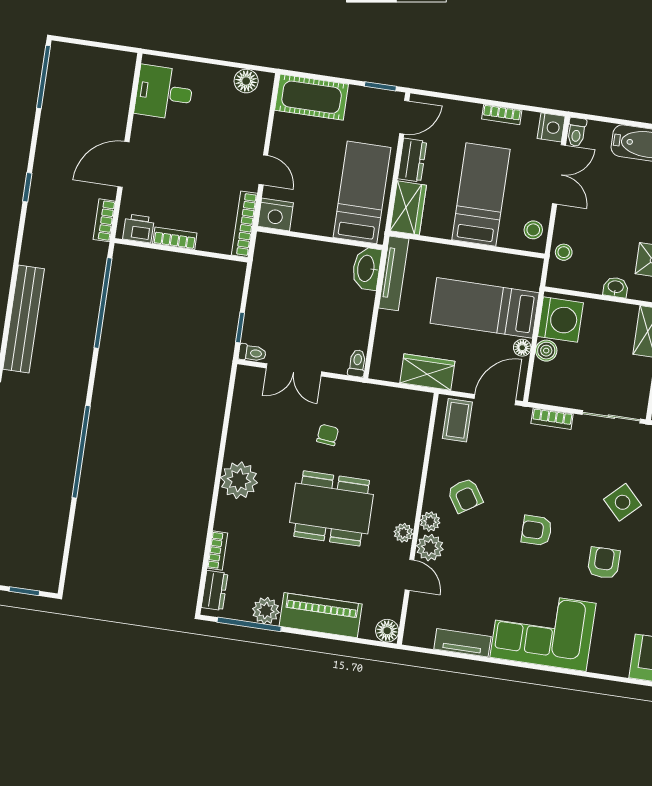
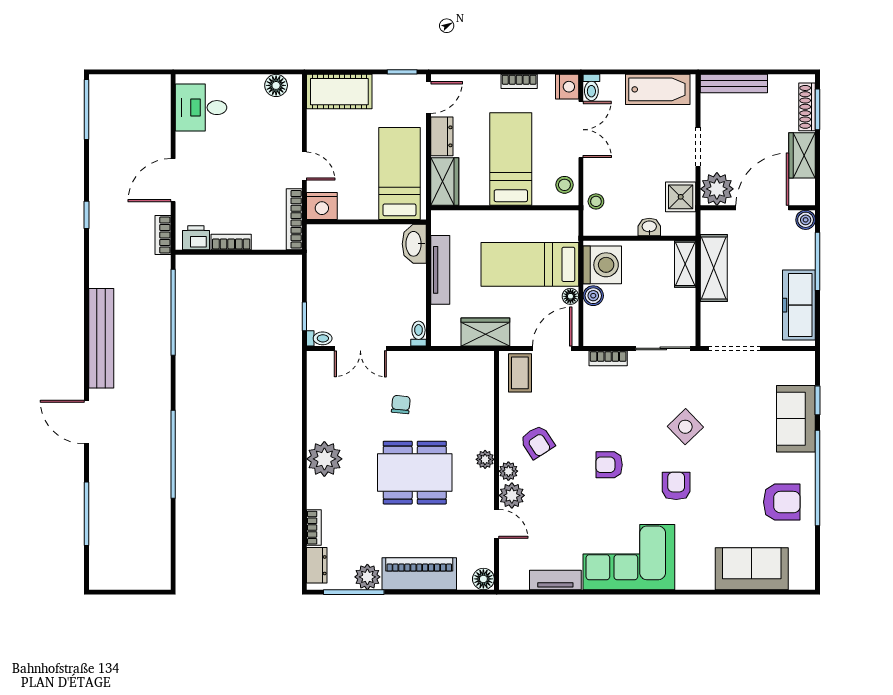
tv unit: (394, 273) -> (440, 270), moved
plant: (403, 533) -> (485, 459), moved
window: (24, 591) -> (139, 592), removed

